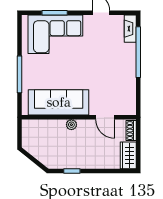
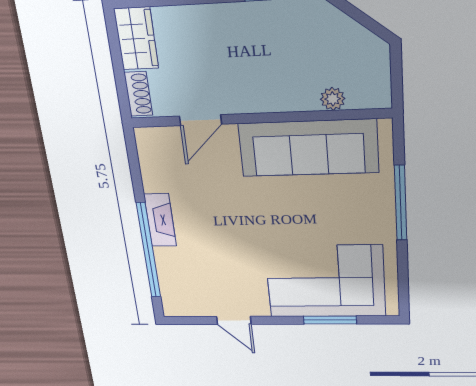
fireplace: (130, 29) -> (160, 220), moved
door: (105, 117) -> (200, 120), swing flipped
plant: (71, 125) -> (333, 99), moved

